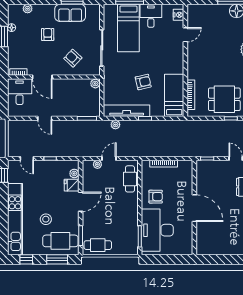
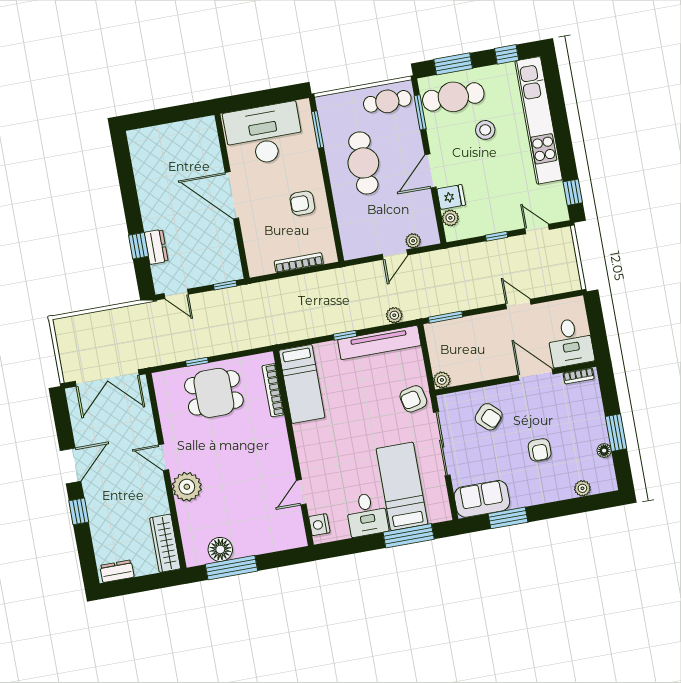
sofa: (70, 13) -> (482, 499), moved
armchair: (143, 82) -> (413, 399), moved
cafe table: (130, 179) -> (363, 163), moved, width x1.37, depth x1.35
desk: (157, 230) -> (264, 134), moved, turned -90

